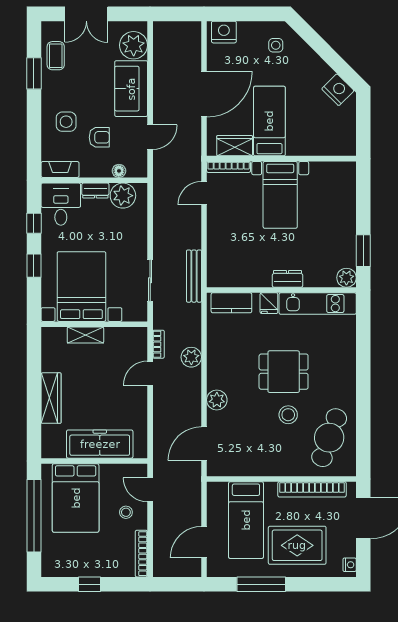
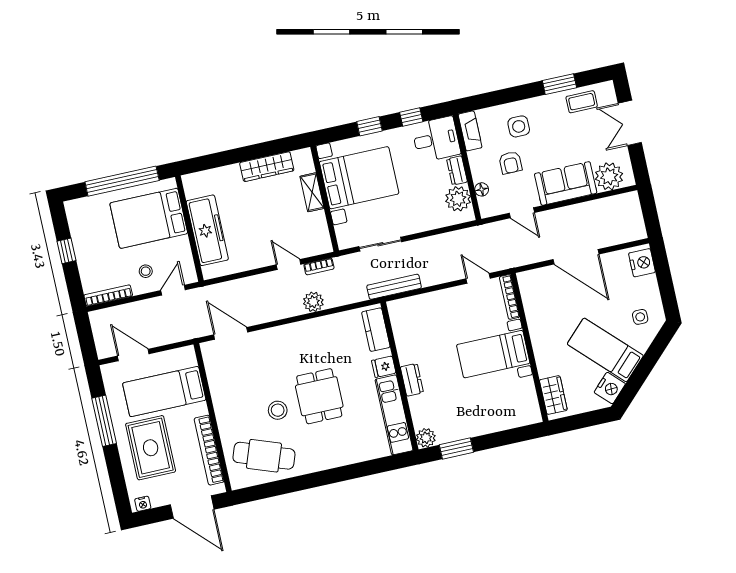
bed: (269, 121) -> (605, 350), moved, turned -135
wardrobe: (235, 146) -> (553, 395), moved
wardrobe: (51, 398) -> (267, 167), moved
plant: (217, 400) -> (277, 336), removed

